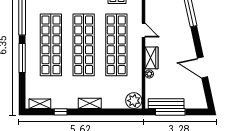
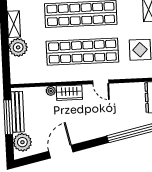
door: (143, 30) -> (101, 82), hinge flipped
plant: (134, 101) -> (18, 47), moved
plant: (193, 101) -> (22, 142), added

